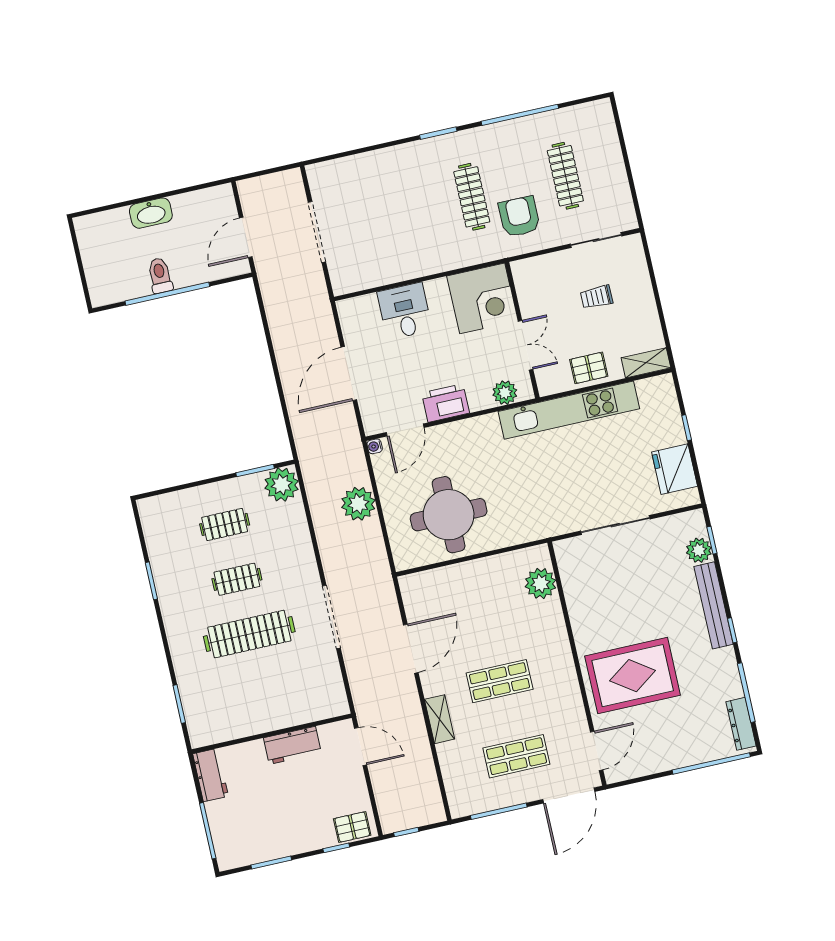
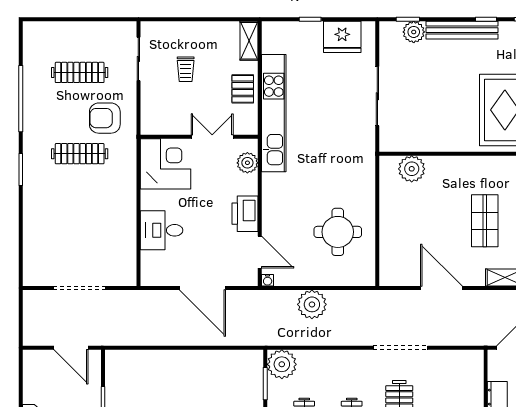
round table: (449, 515) -> (338, 232), width x0.73, depth x0.73

